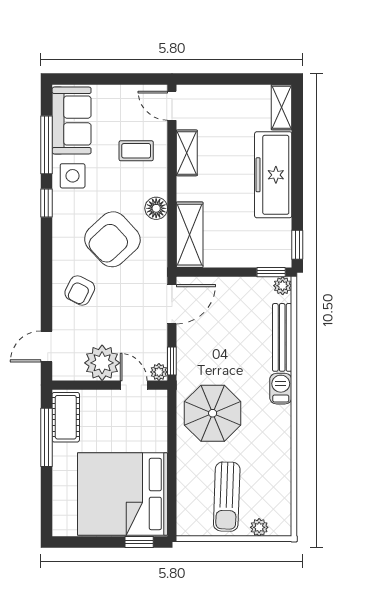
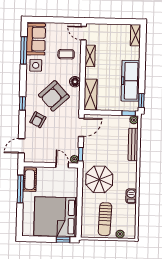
freezer: (273, 175) -> (130, 81), moved
window: (47, 203) -> (22, 103), moved
plant: (102, 363) -> (48, 154), removed
barbecue: (281, 389) -> (131, 196), moved

